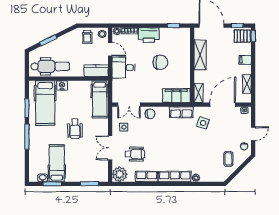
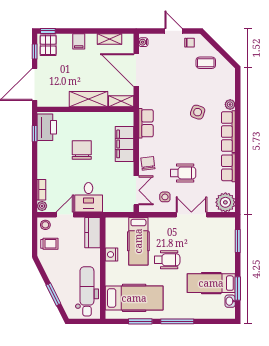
printer: (149, 35) -> (47, 127), moved
shelving: (200, 55) -> (88, 99), moved
nightstand: (62, 85) -> (112, 254), moved
filing cabinet: (176, 96) -> (124, 144), moved
hospital bed: (100, 99) -> (138, 241), moved, turned 90
side table: (203, 123) -> (198, 112), moved
double door: (110, 148) -> (191, 215), swing flipped
wheelchair: (135, 154) -> (183, 173), moved, turned 90

